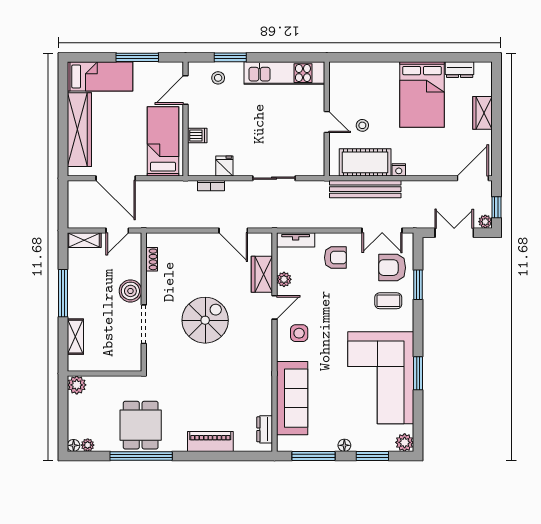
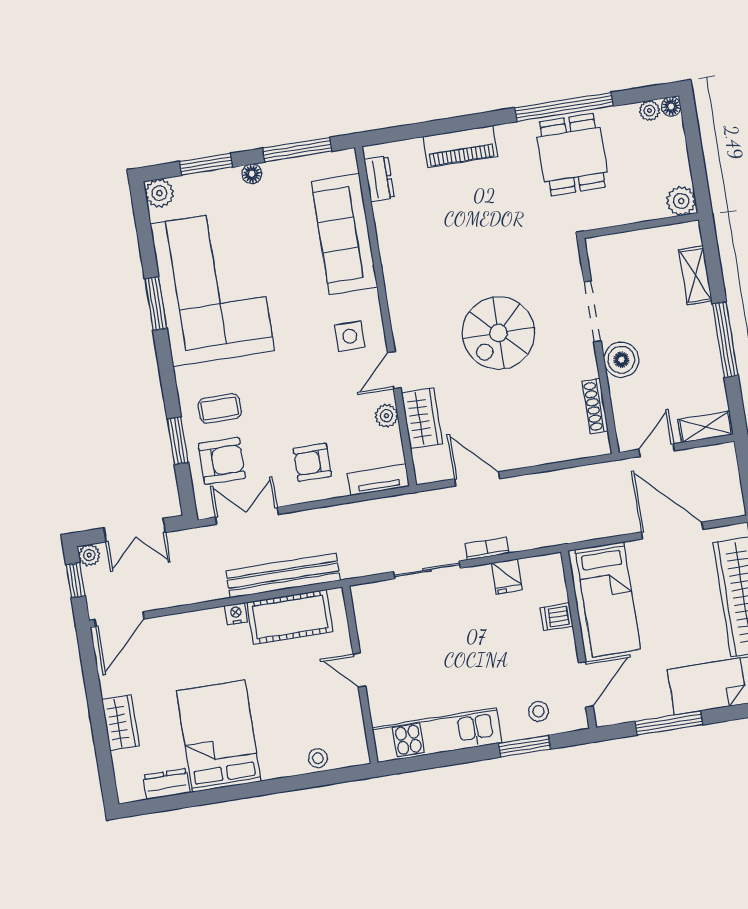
stool: (362, 125) -> (318, 758), moved
bookcase: (211, 186) -> (487, 548), moved
shoe rack: (152, 259) -> (595, 406), width x1.43

